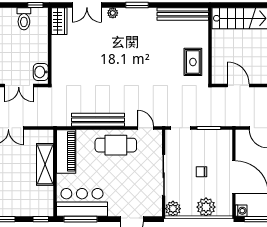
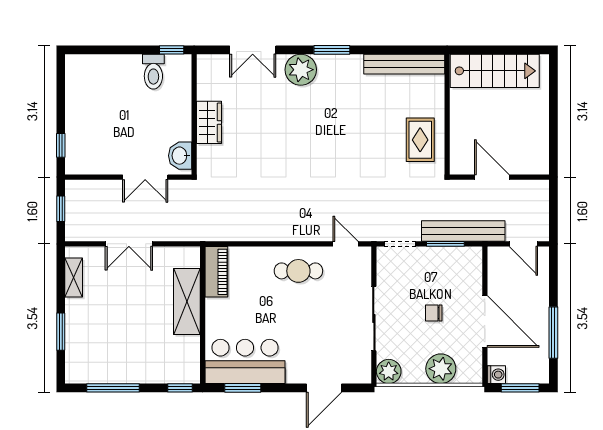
plant: (113, 13) -> (301, 70), width x1.88, depth x1.88
wardrobe: (59, 21) -> (209, 122), moved
bench: (98, 120) -> (463, 231), moved
cafe table: (116, 145) -> (298, 271), width x0.73, depth x0.74
piano: (66, 151) -> (216, 272), width x0.73, depth x0.75
window: (80, 219) -> (243, 388), width x0.69

